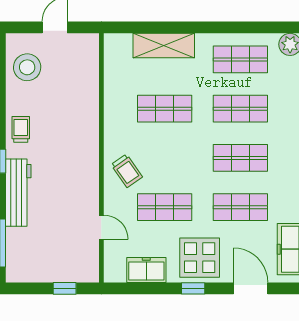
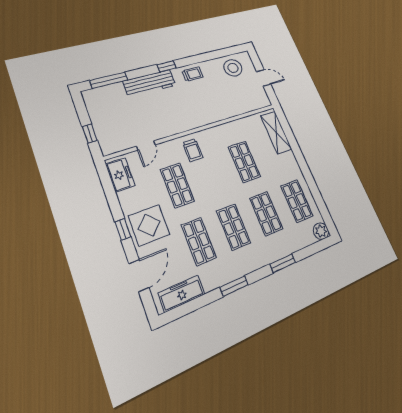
shelving: (164, 46) -> (276, 132), moved
trolley: (127, 171) -> (193, 150), turned -55
freezer: (146, 270) -> (120, 175), moved

